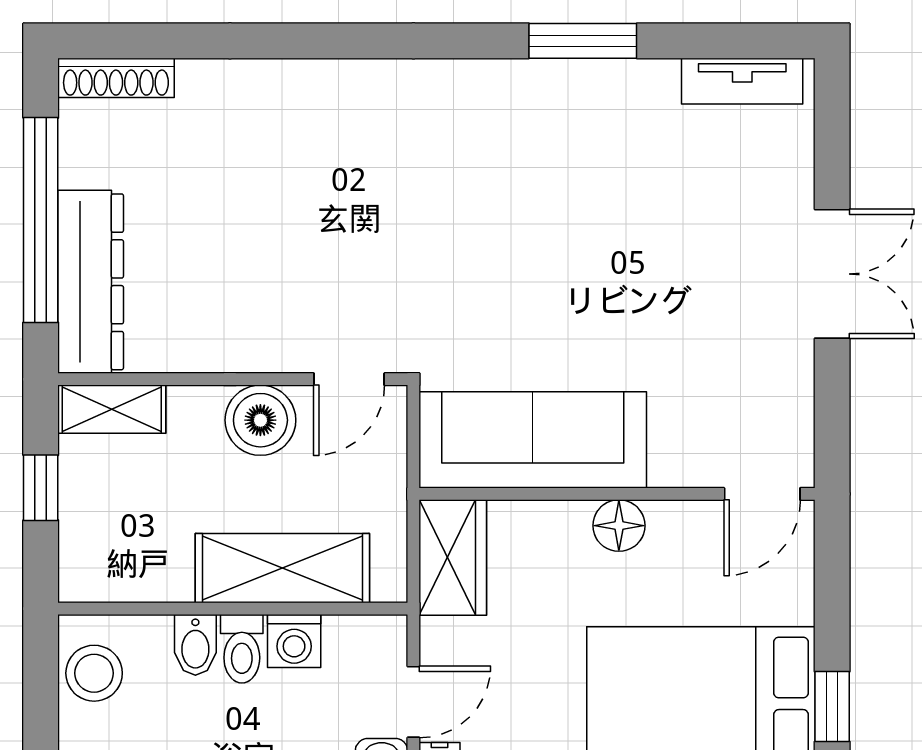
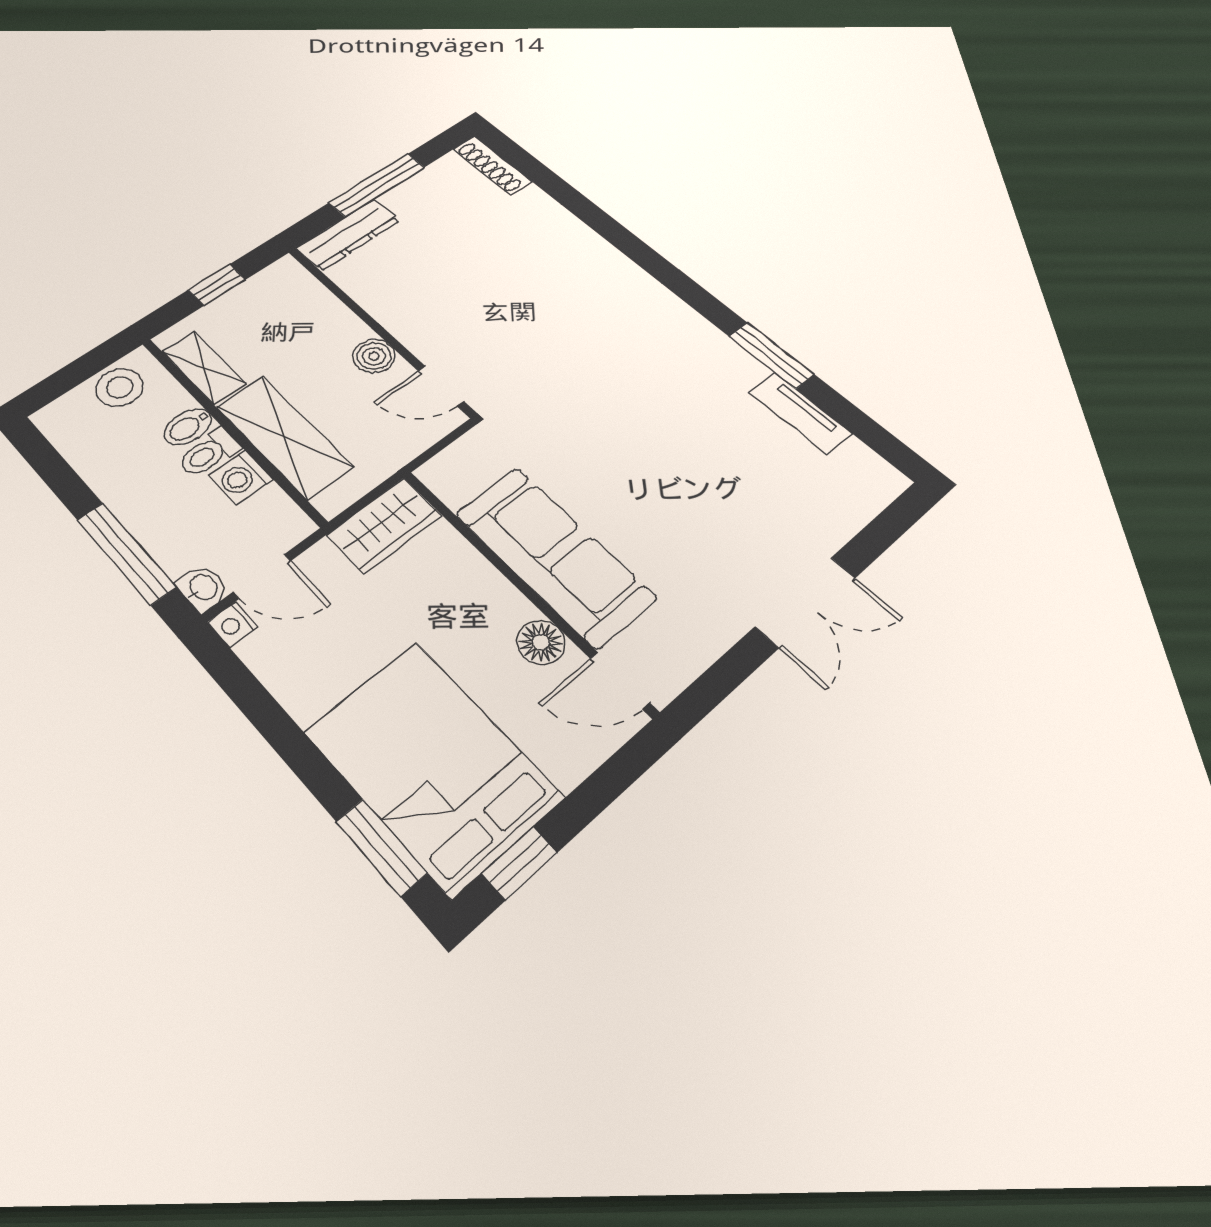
tv unit: (742, 81) -> (800, 413), moved
window: (41, 220) -> (377, 185), width x0.68
dresser: (91, 282) -> (348, 234), width x0.73, depth x0.80
shelving: (112, 409) -> (204, 368), moved
boiler: (260, 420) -> (374, 356), width x0.73, depth x0.73
sofa: (533, 440) -> (555, 556), moved
floor lamp: (619, 526) -> (541, 642), moved

